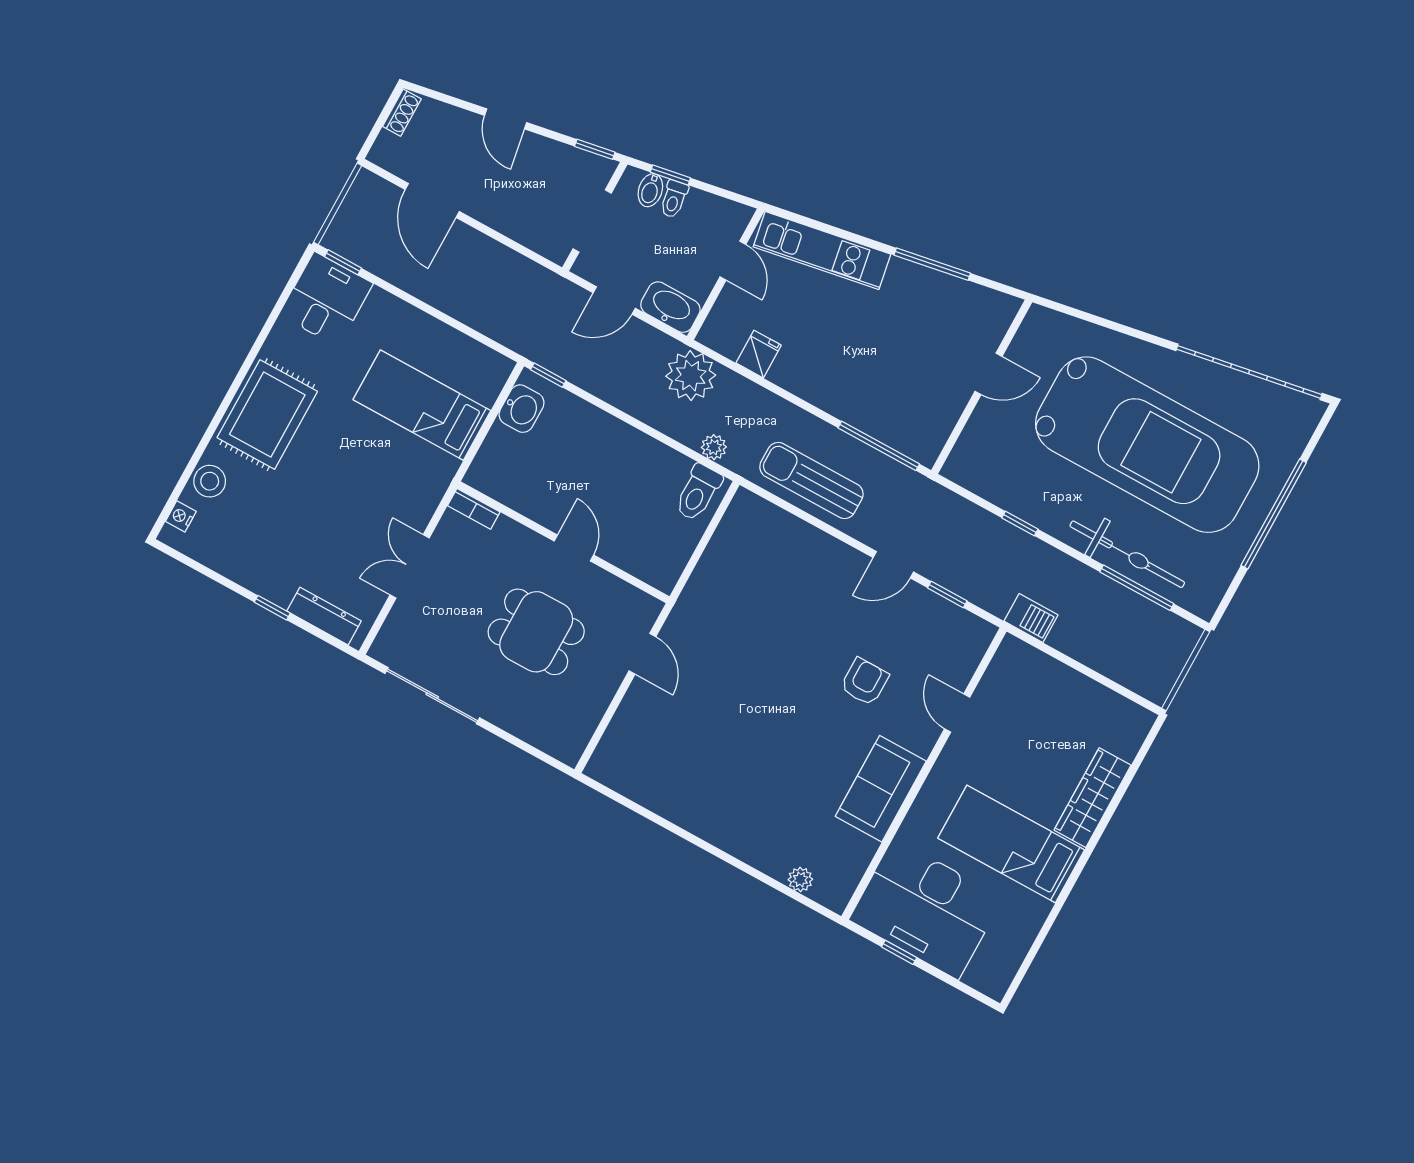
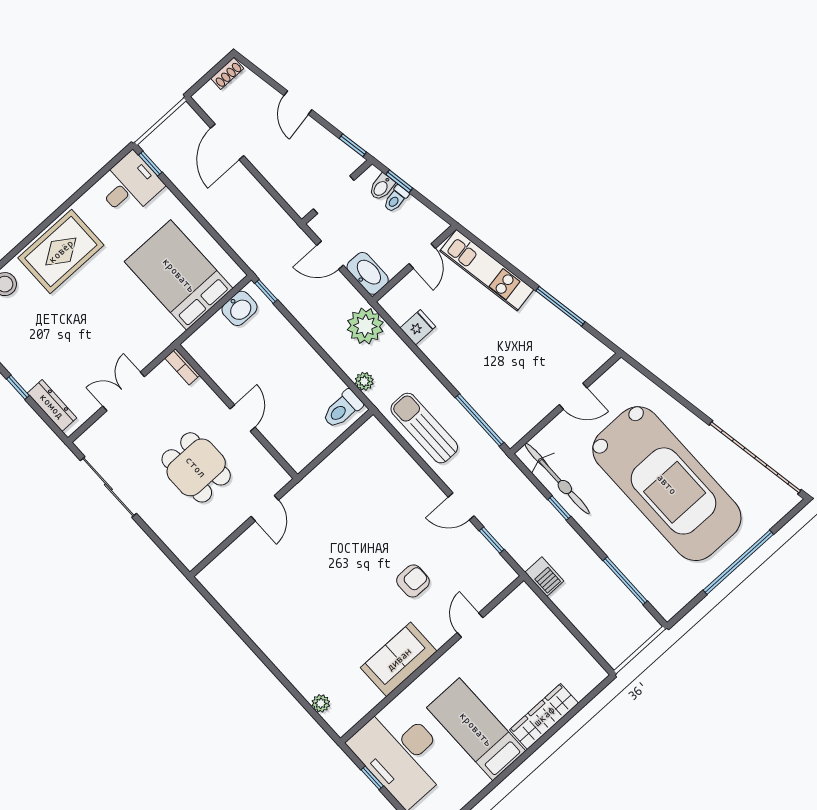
bed: (422, 405) -> (179, 275), width x1.50
bicycle: (1127, 554) -> (557, 479), moved

